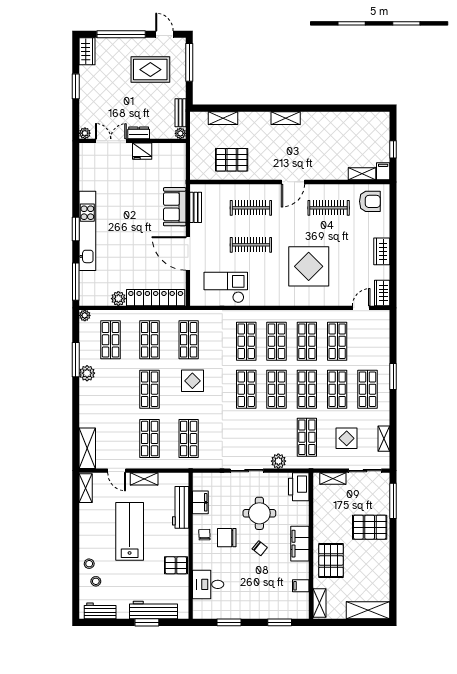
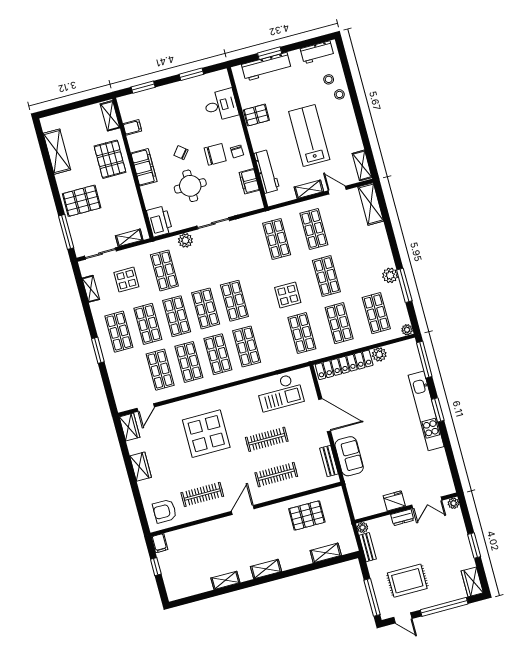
shelving: (362, 174) -> (225, 580), moved
lab bench: (130, 531) -> (309, 135), turned 180
shelving: (368, 610) -> (57, 152), moved, turned 90

